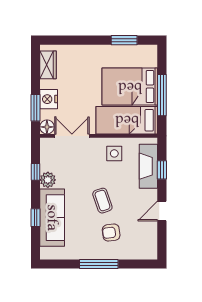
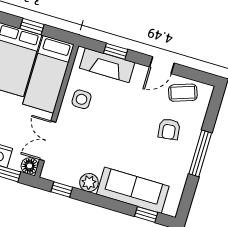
window: (162, 95) -> (32, 27), width x0.46
window: (35, 172) -> (62, 189), moved
coffee table: (102, 201) -> (183, 93), moved
door: (162, 211) -> (162, 65), hinge flipped
window: (35, 218) -> (146, 214), moved

